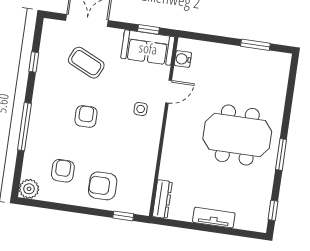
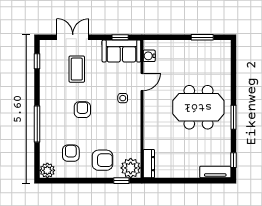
window: (34, 62) -> (37, 61), moved
coffee table: (86, 63) -> (77, 69), turned 65
armchair: (103, 186) -> (102, 160), turned 180
plant: (138, 201) -> (131, 168), added
tv unit: (214, 218) -> (215, 172), moved

